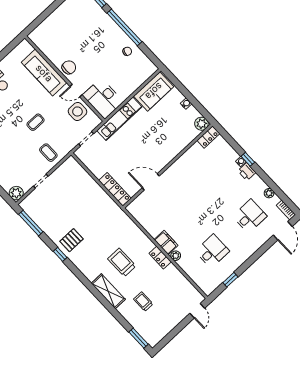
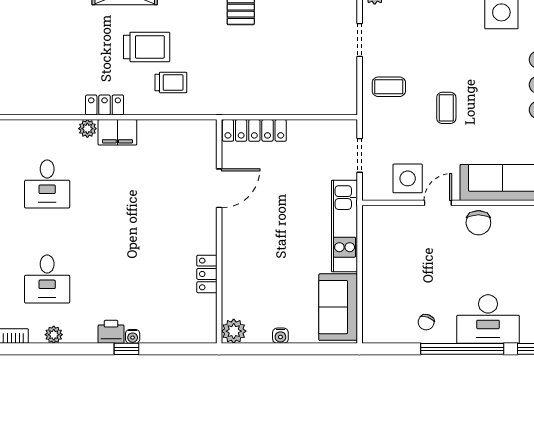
desk: (103, 98) -> (488, 319), moved, turned 180
locker: (208, 137) -> (207, 274), moved
trolley: (143, 302) -> (171, 82), moved

